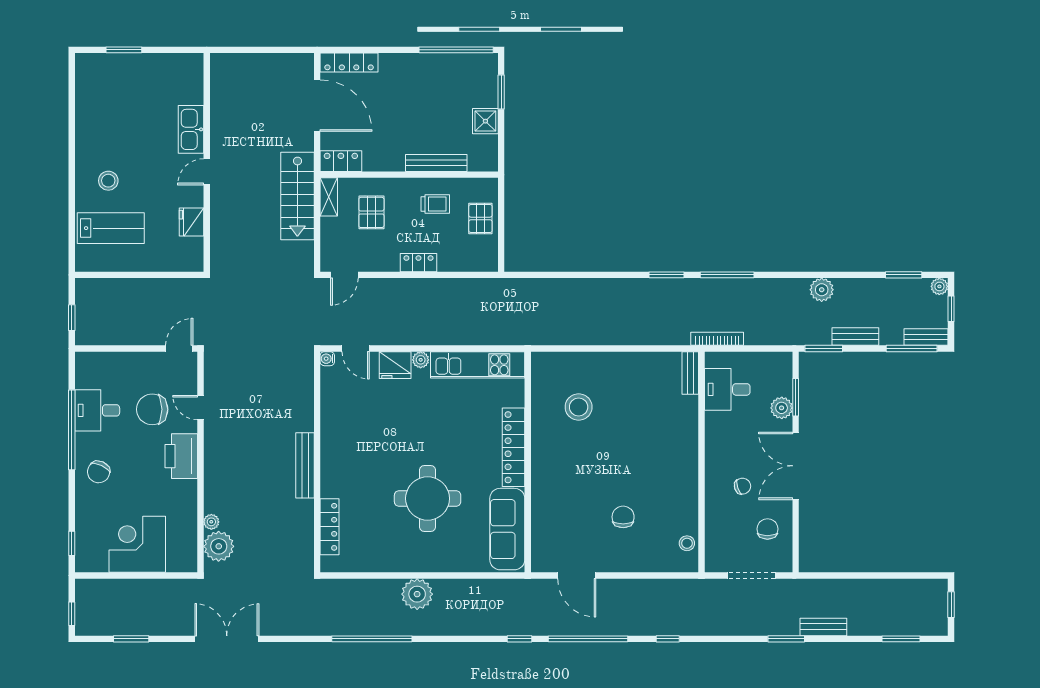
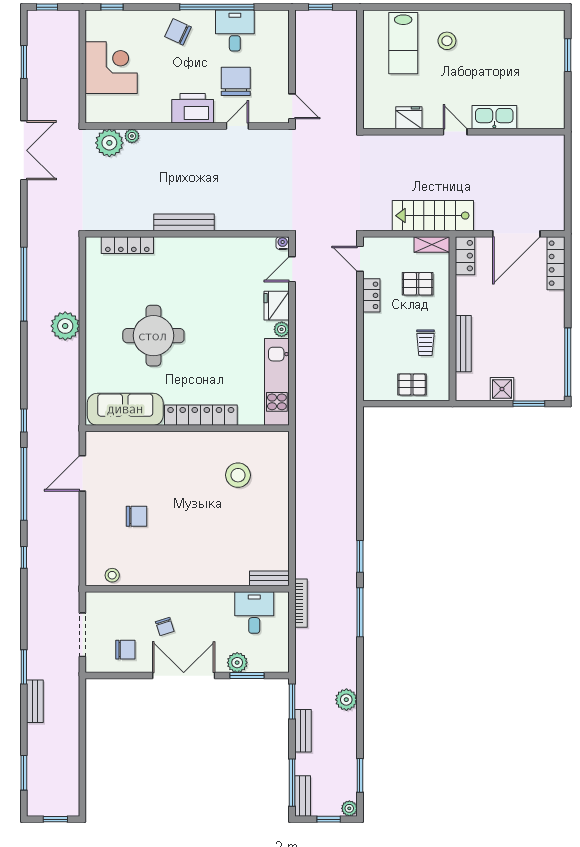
locker: (418, 263) -> (371, 295), moved

